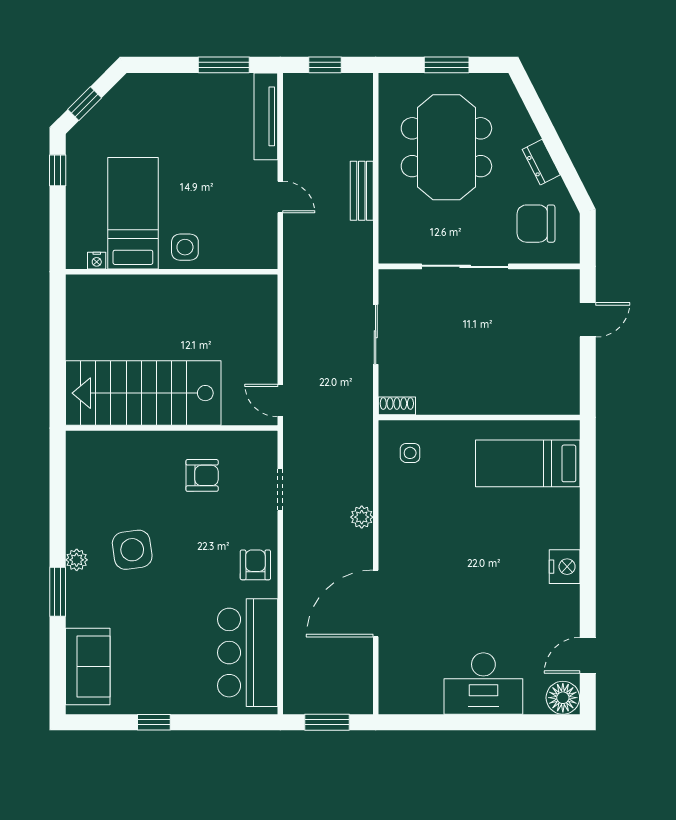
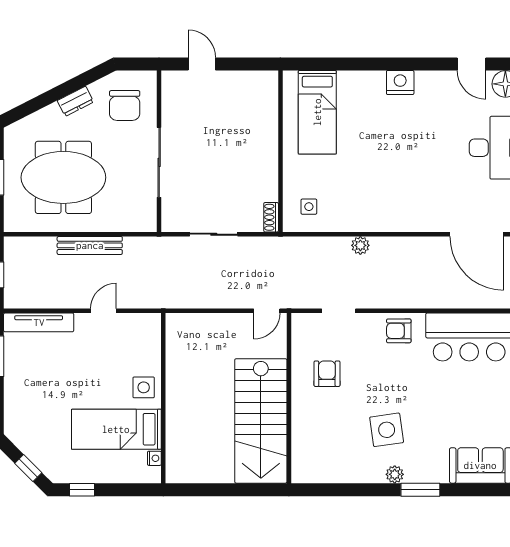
bench: (362, 191) -> (90, 245), width x1.36
door: (376, 603) -> (477, 234), moved

